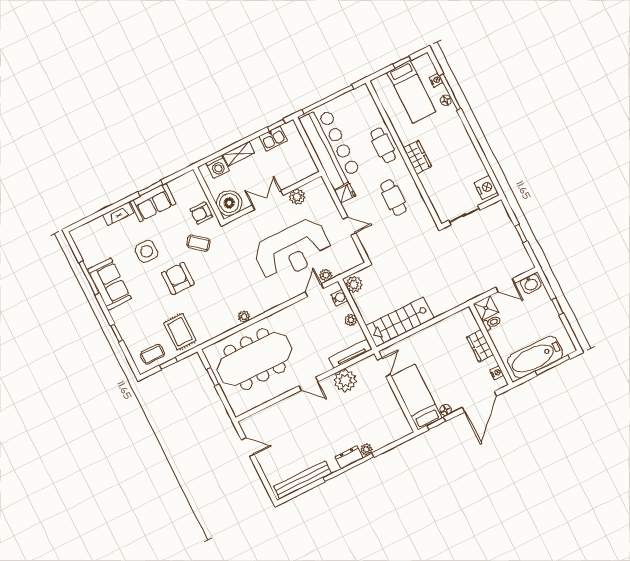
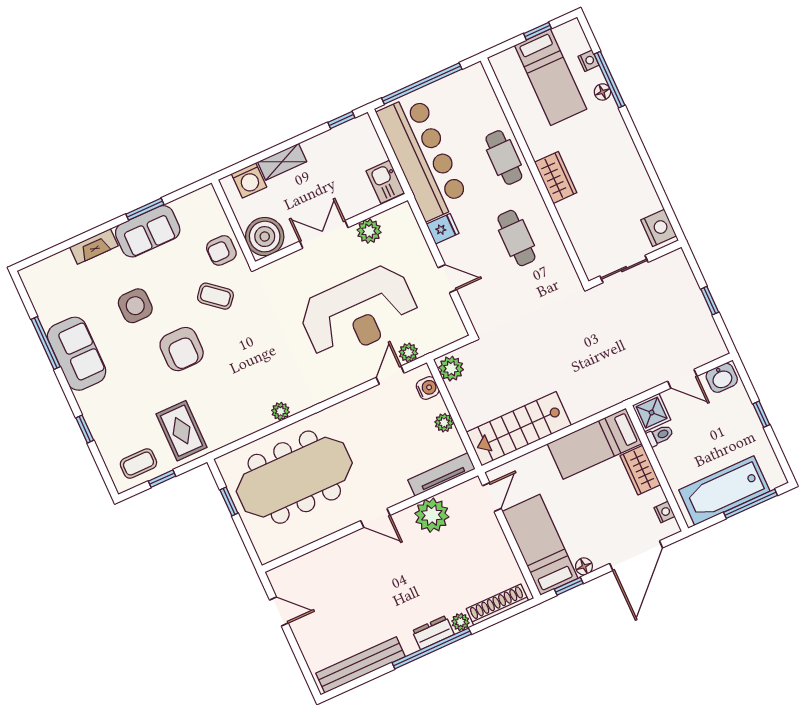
kitchen sink: (273, 139) -> (385, 182), moved, turned 90
armchair: (178, 278) -> (182, 349), turned 180
bed: (449, 330) -> (595, 444), added
shoe rack: (390, 437) -> (497, 605), added

